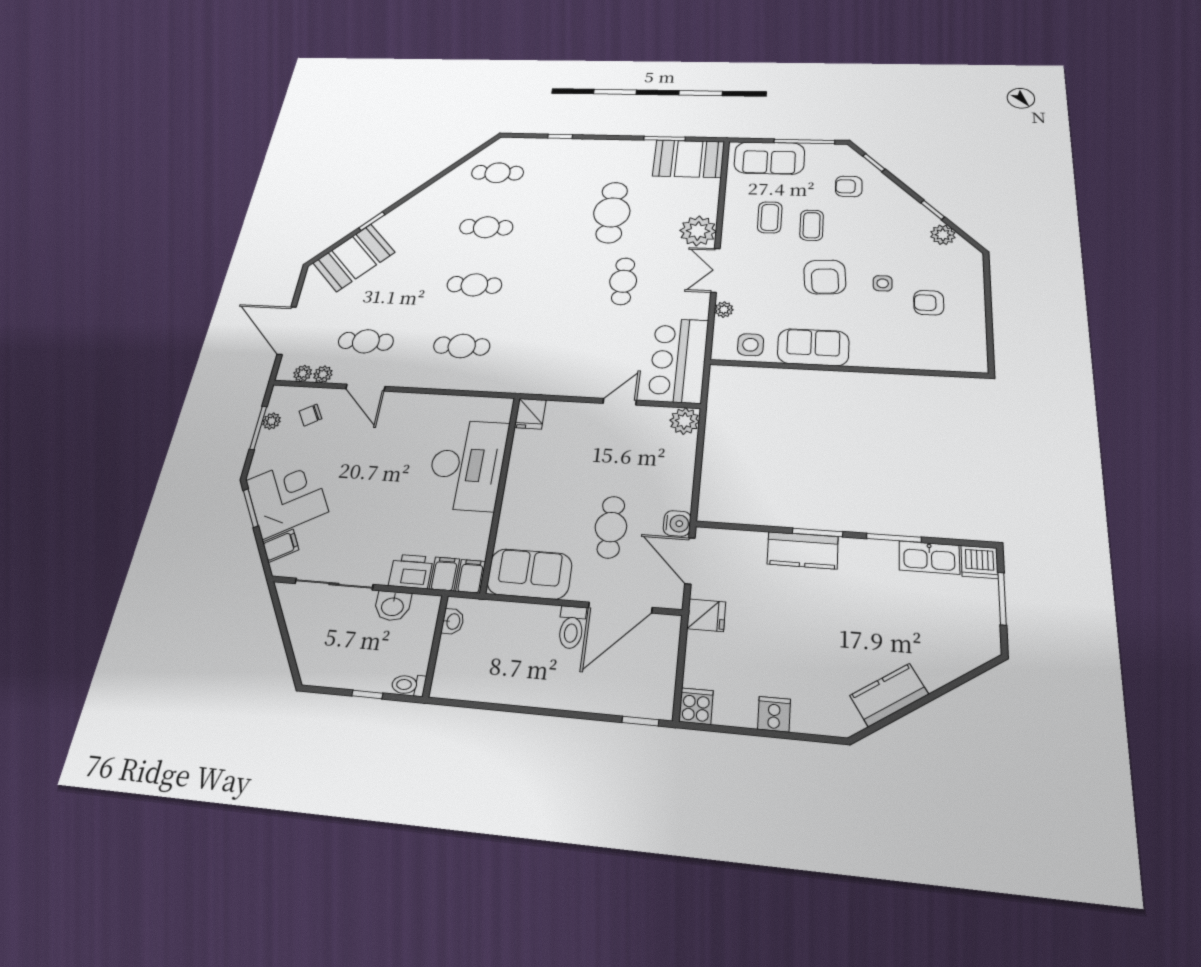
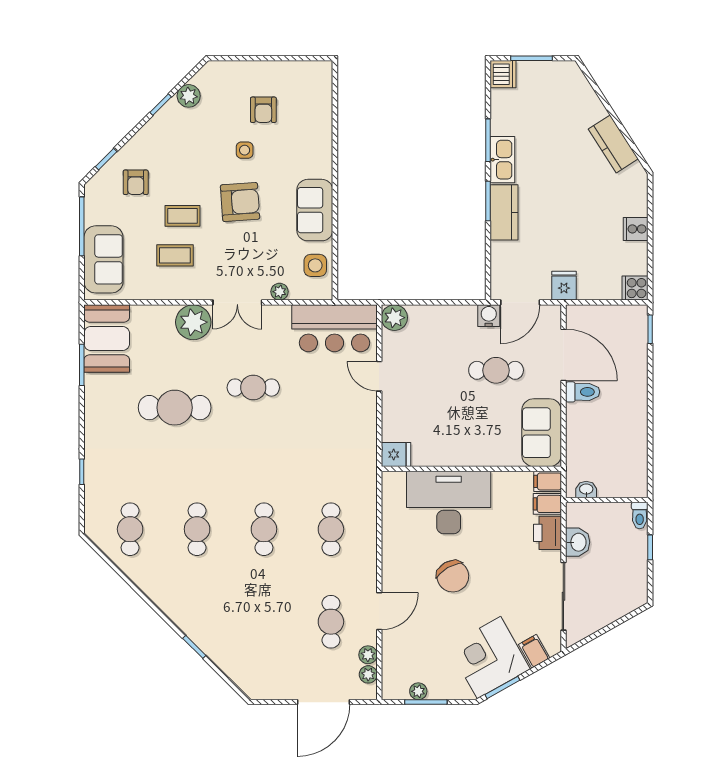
booth: (354, 258) -> (238, 655), removed
chair: (310, 415) -> (453, 576), moved, width x1.87, depth x1.87
kitchen sink: (929, 558) -> (502, 160), moved

